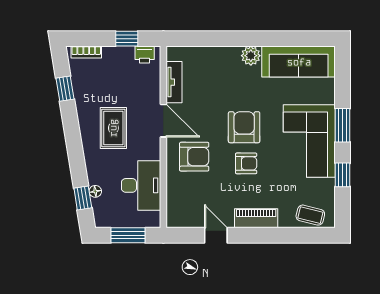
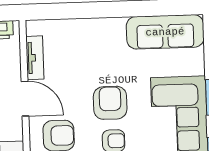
plant: (251, 56) -> (115, 27), removed

